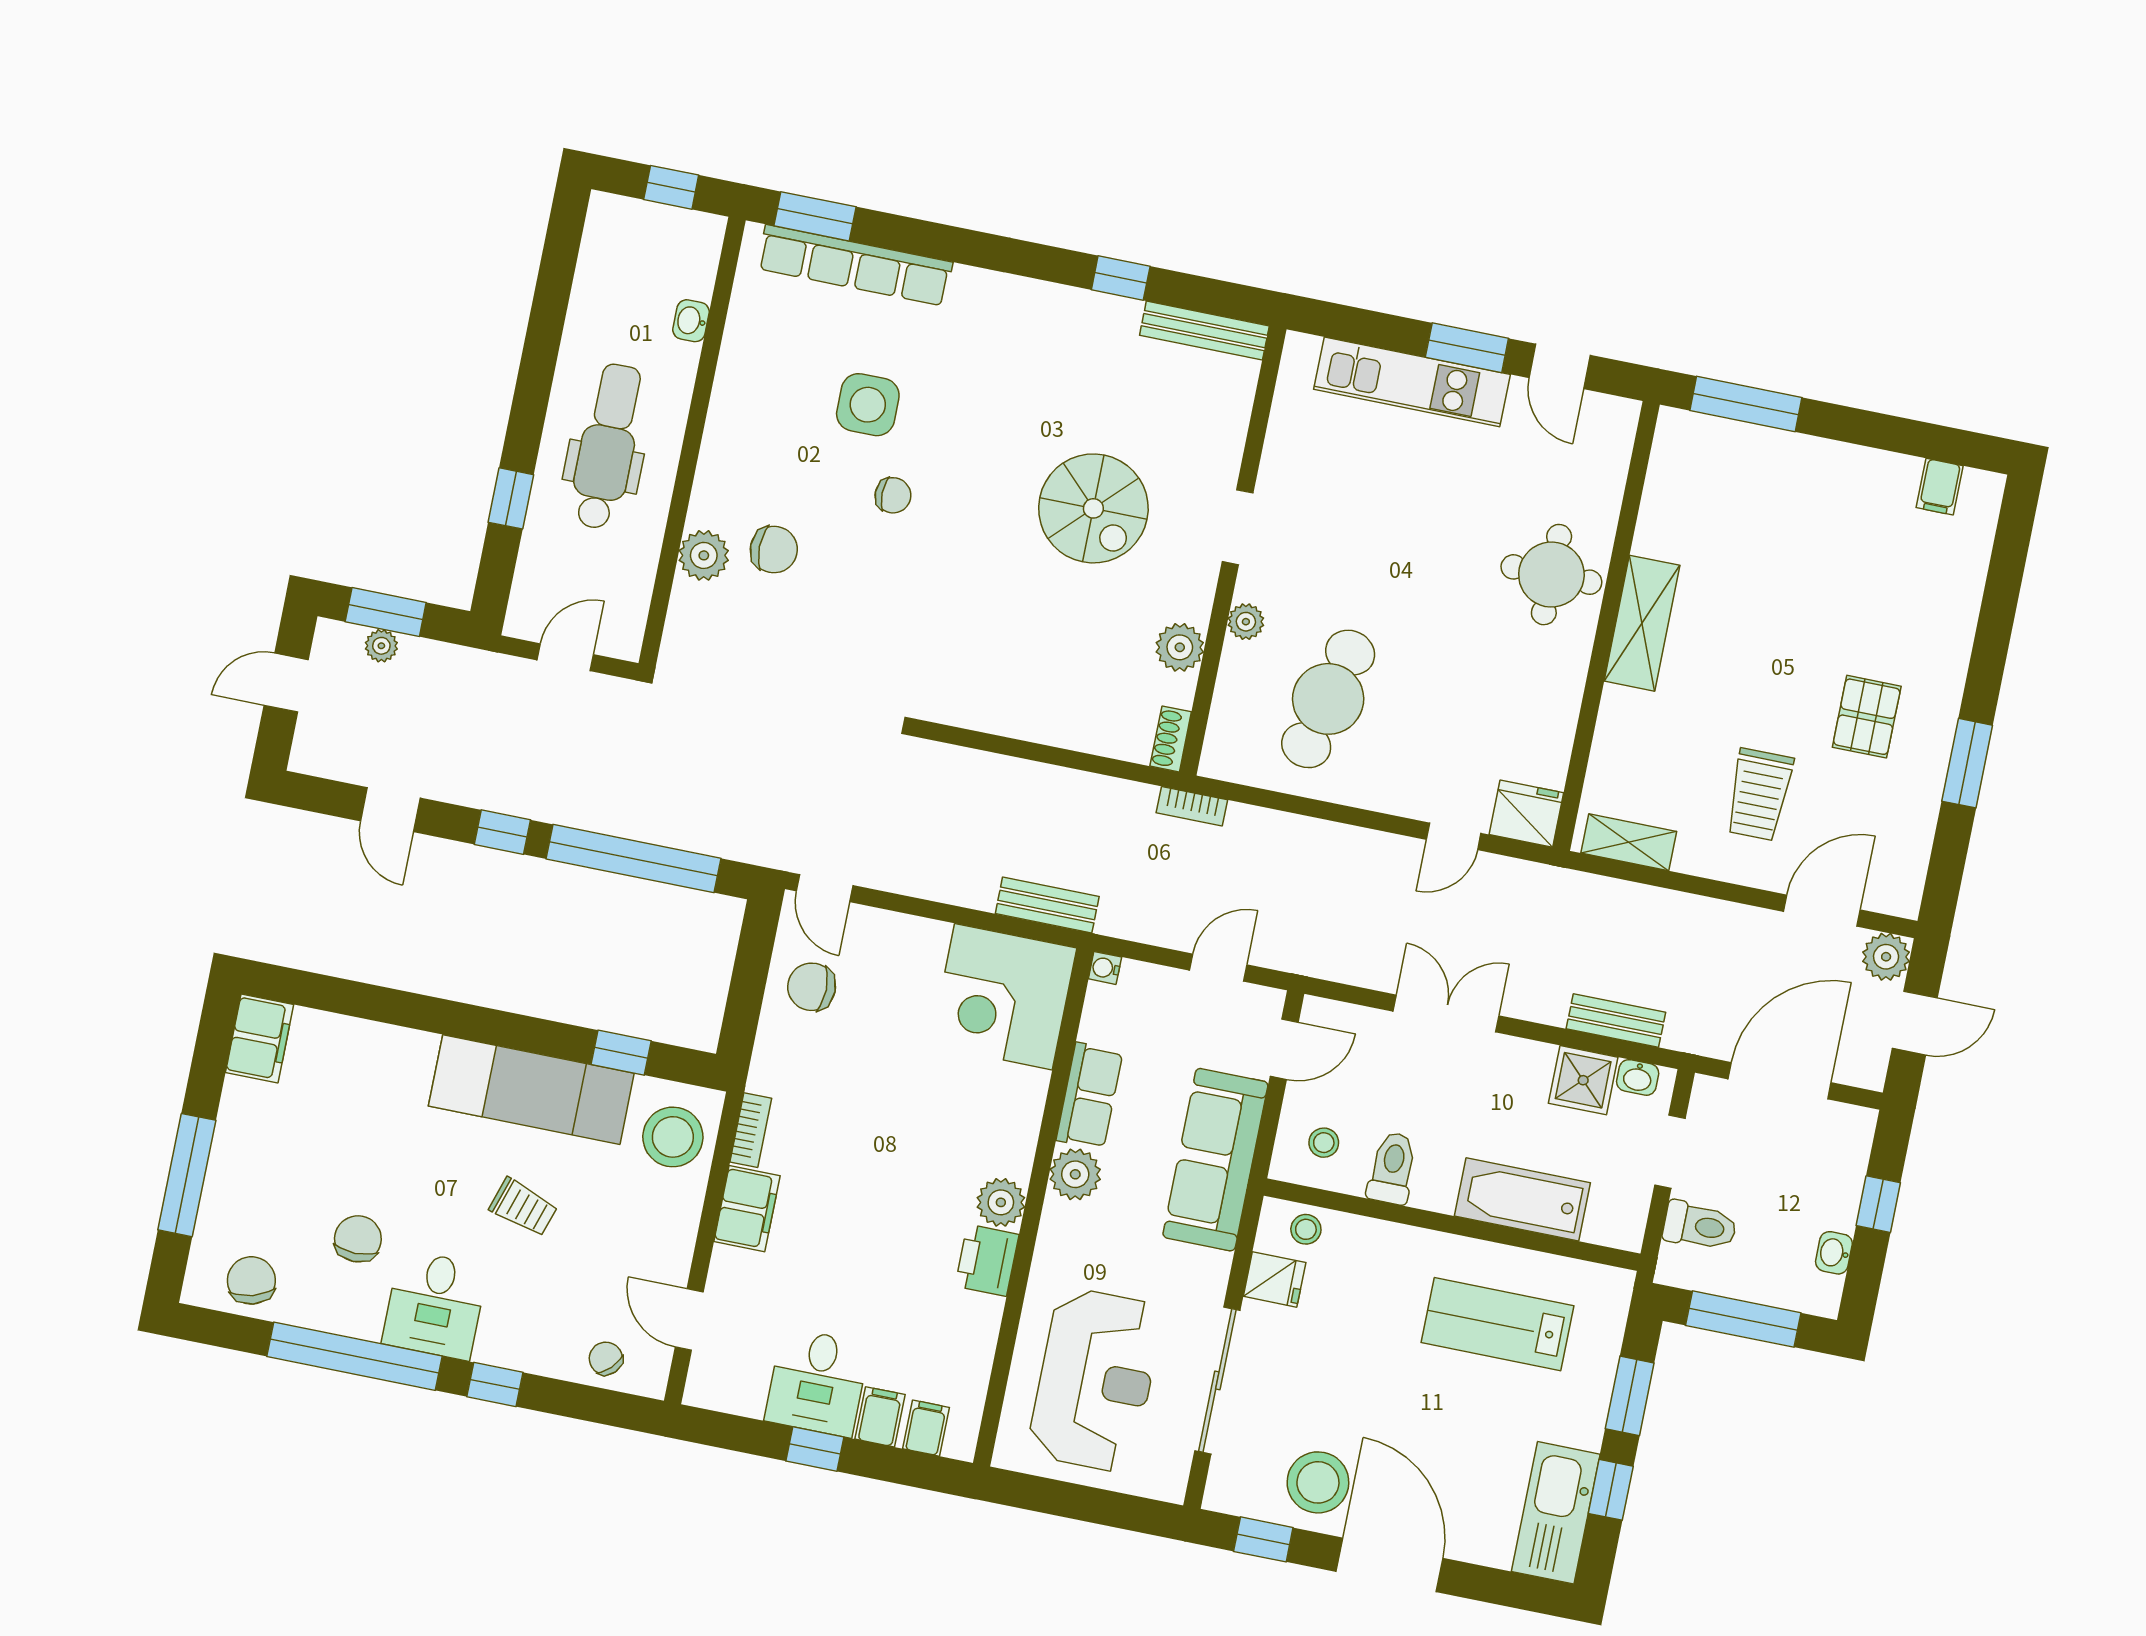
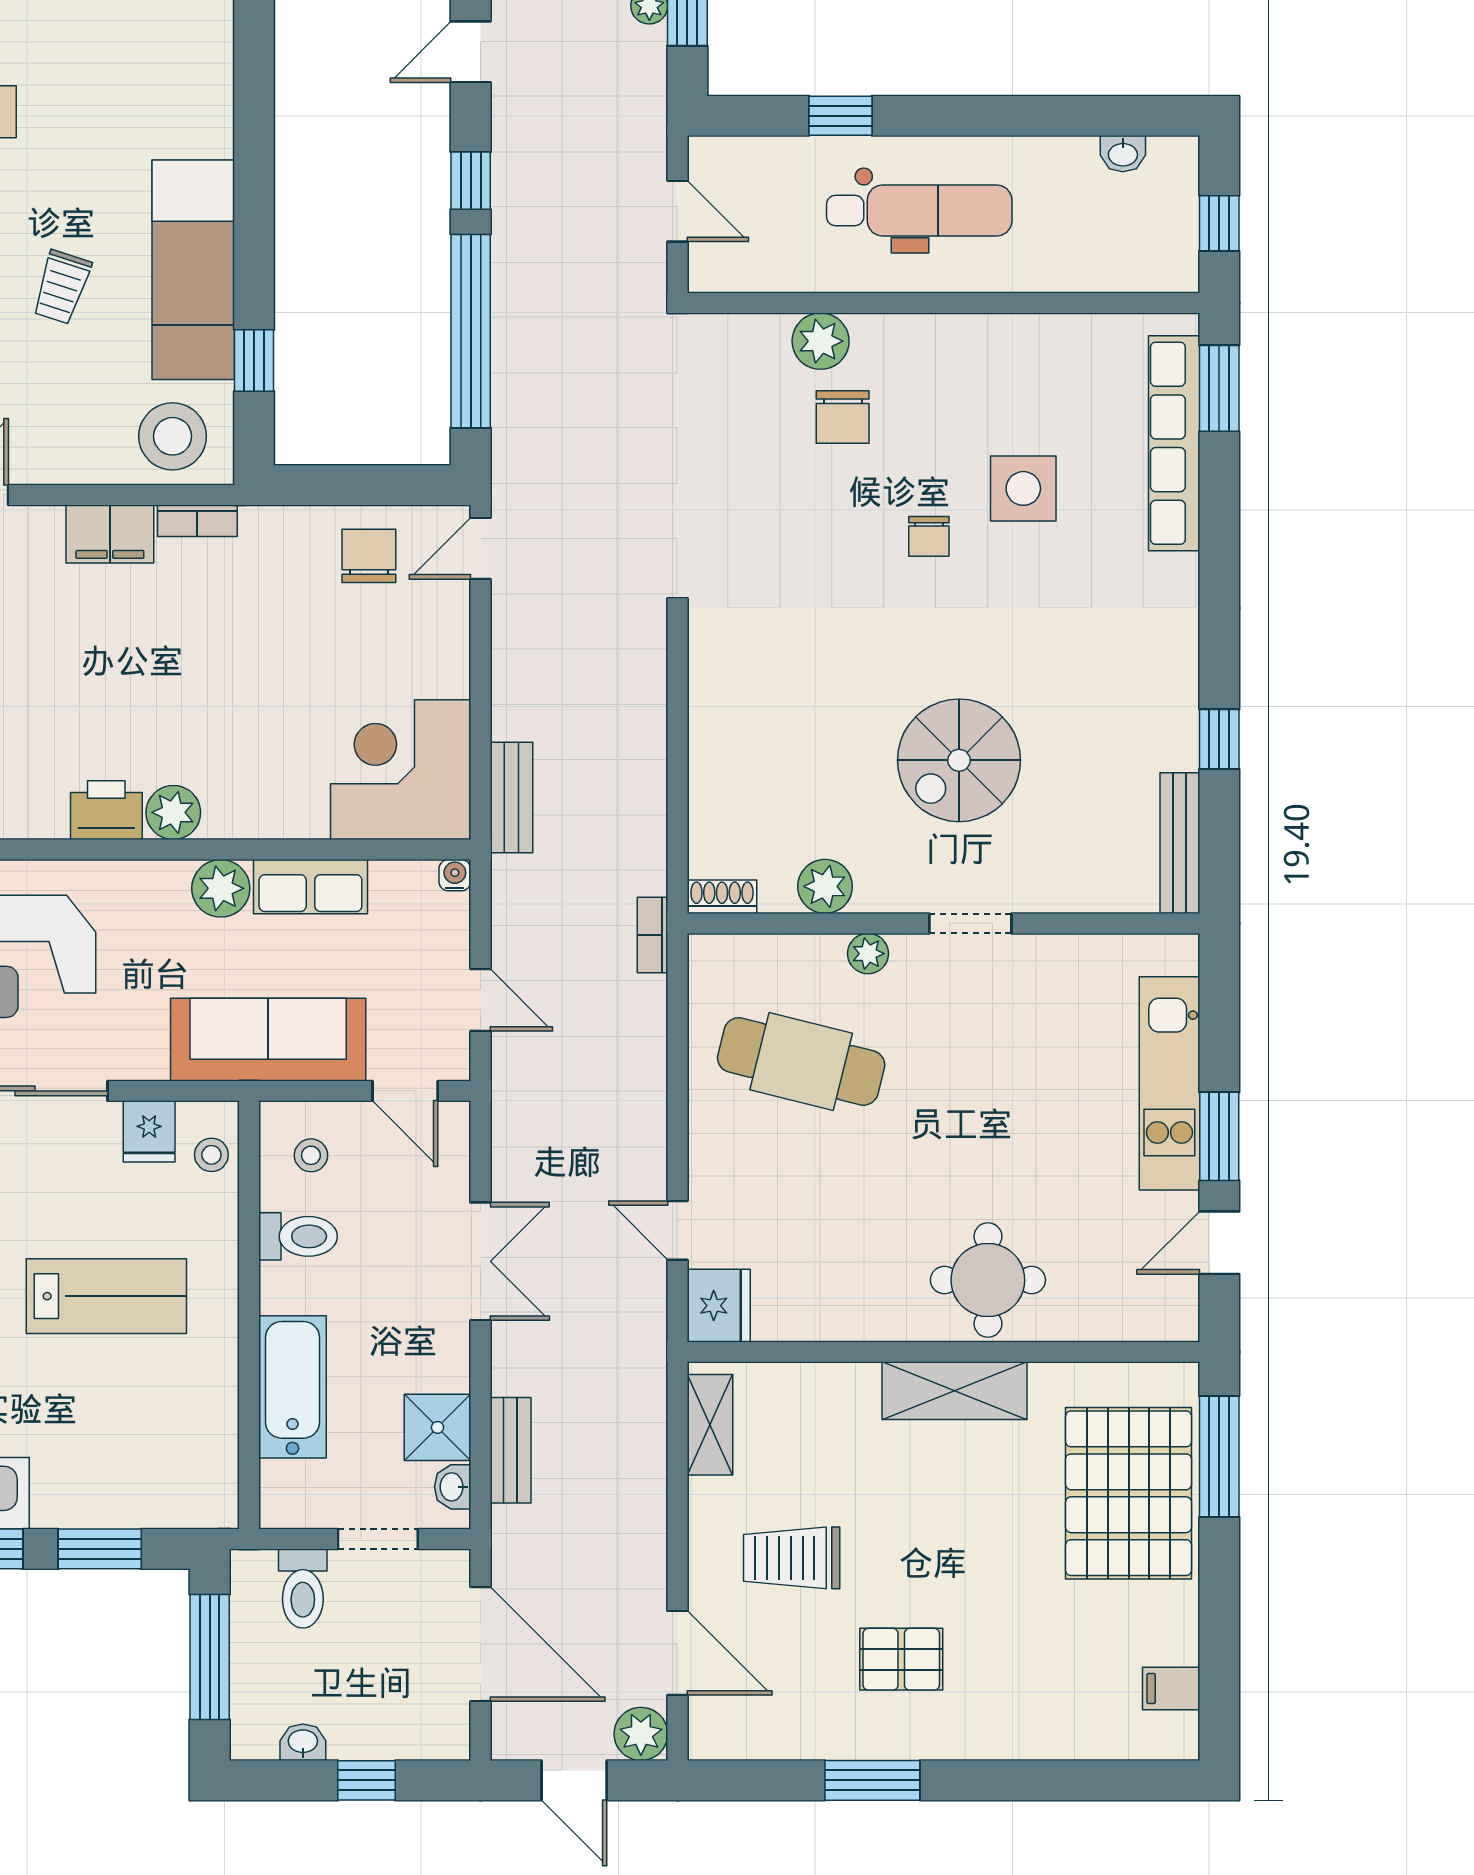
washbasin: (691, 321) -> (1123, 154), moved, turned 180
pallet: (1762, 489) -> (1129, 1493), added
lab bench: (1497, 1324) -> (106, 1296), moved, turned 90

